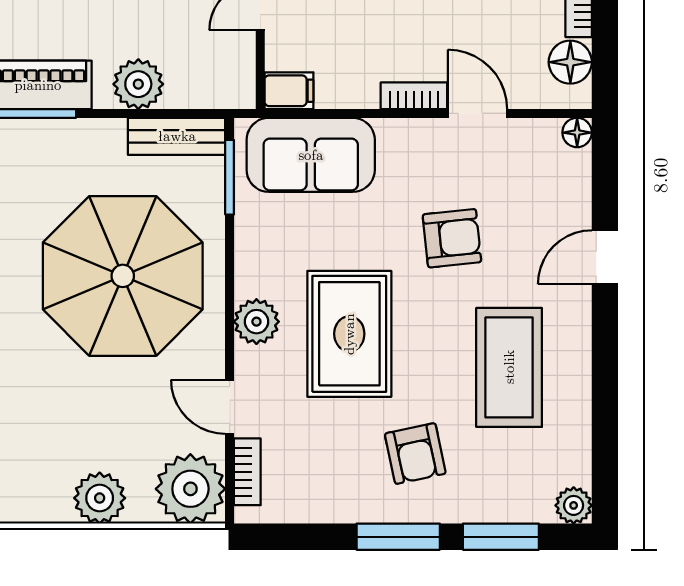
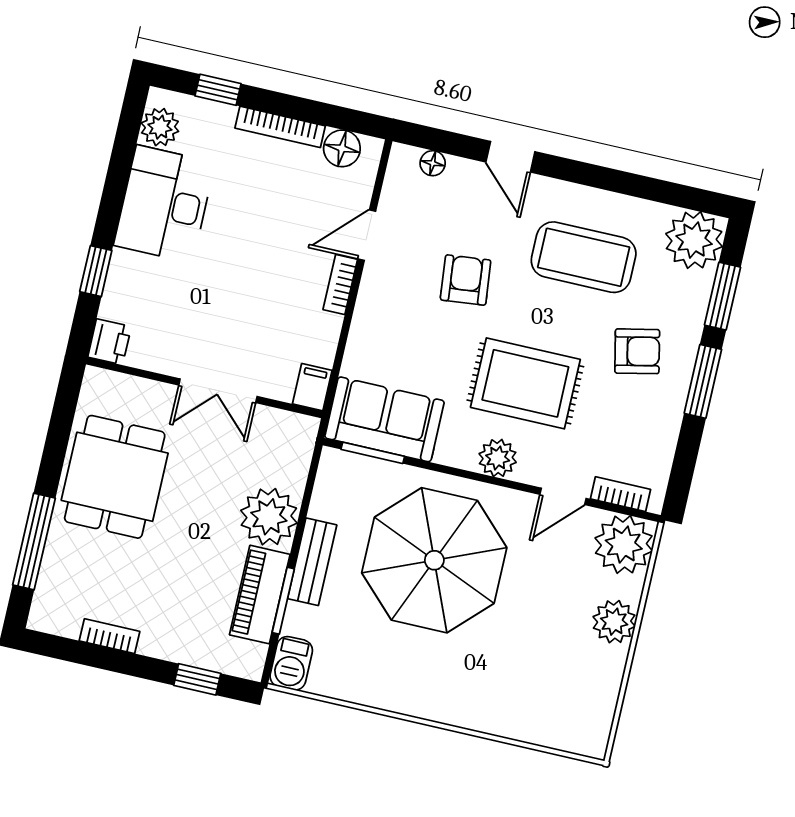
plant: (138, 84) -> (269, 517), width x1.36, depth x1.36
floor lamp: (577, 133) -> (433, 163), moved
bench: (177, 136) -> (312, 562), moved
sofa: (311, 155) -> (385, 419), moved, turned -90
plant: (574, 505) -> (694, 240), width x1.88, depth x1.88

